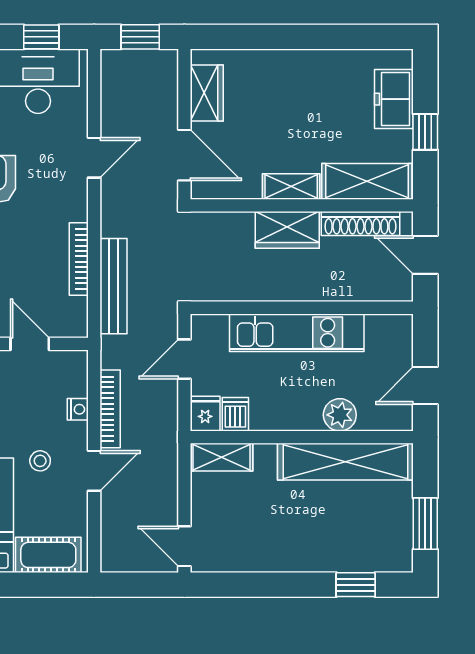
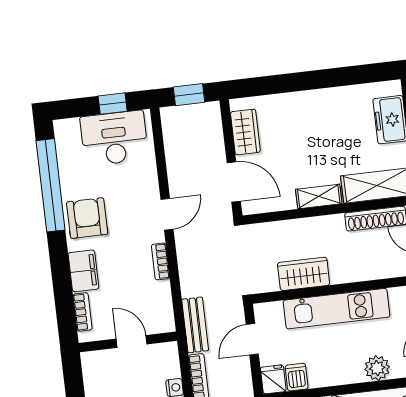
door: (94, 158) -> (167, 214), moved
wardrobe: (287, 230) -> (304, 274), moved, turned 180
bookcase: (79, 259) -> (161, 261), width x0.64
bench: (113, 286) -> (195, 325), moved, width x0.73

